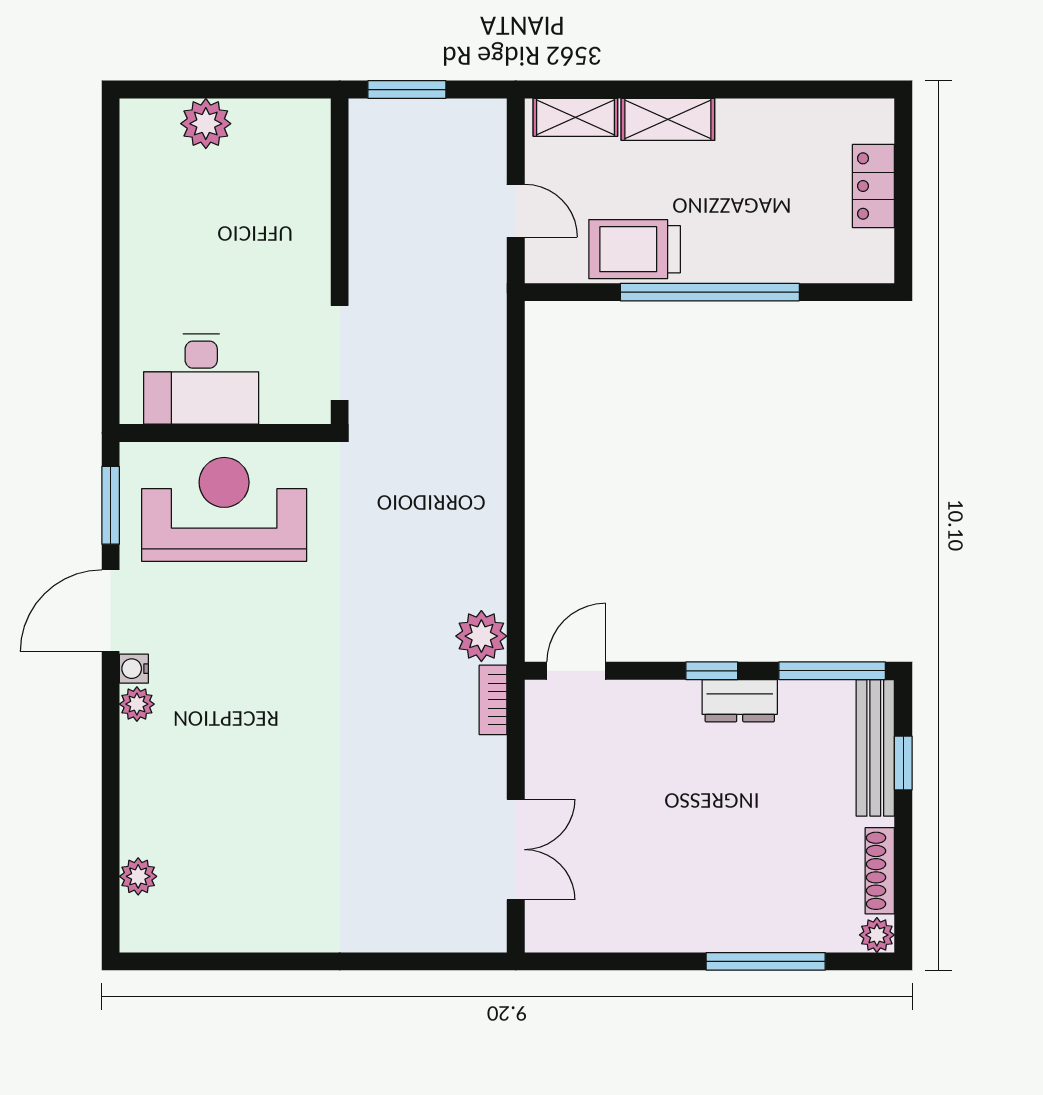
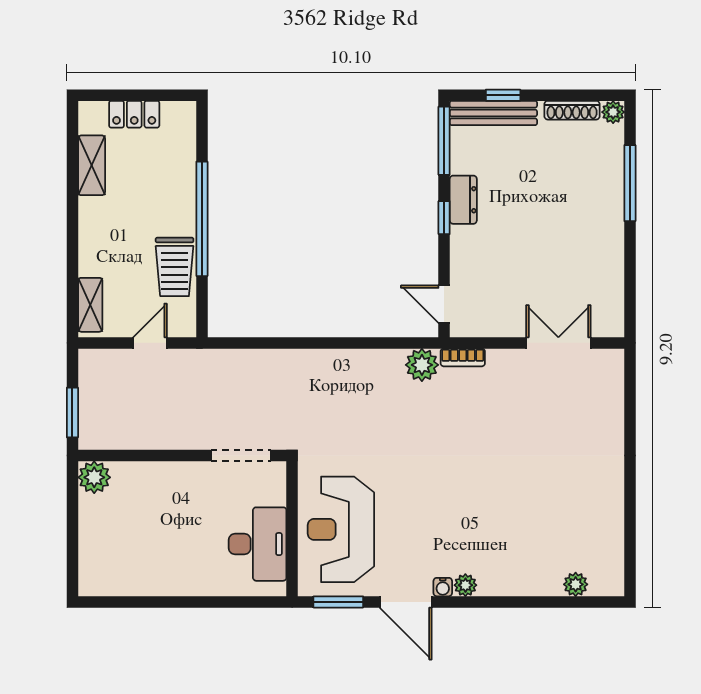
shelving: (668, 119) -> (92, 165), moved
plant: (206, 124) -> (94, 477), moved

